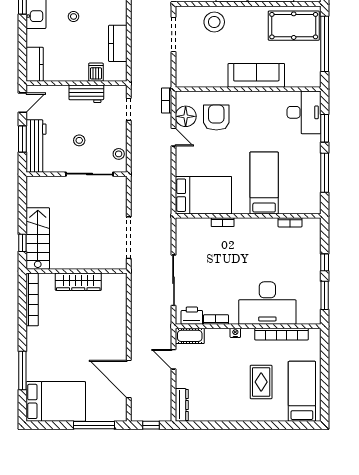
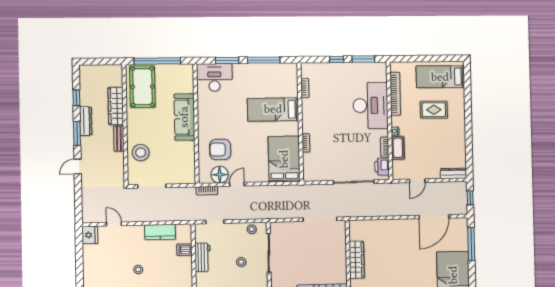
cot: (190, 336) -> (398, 148), moved

